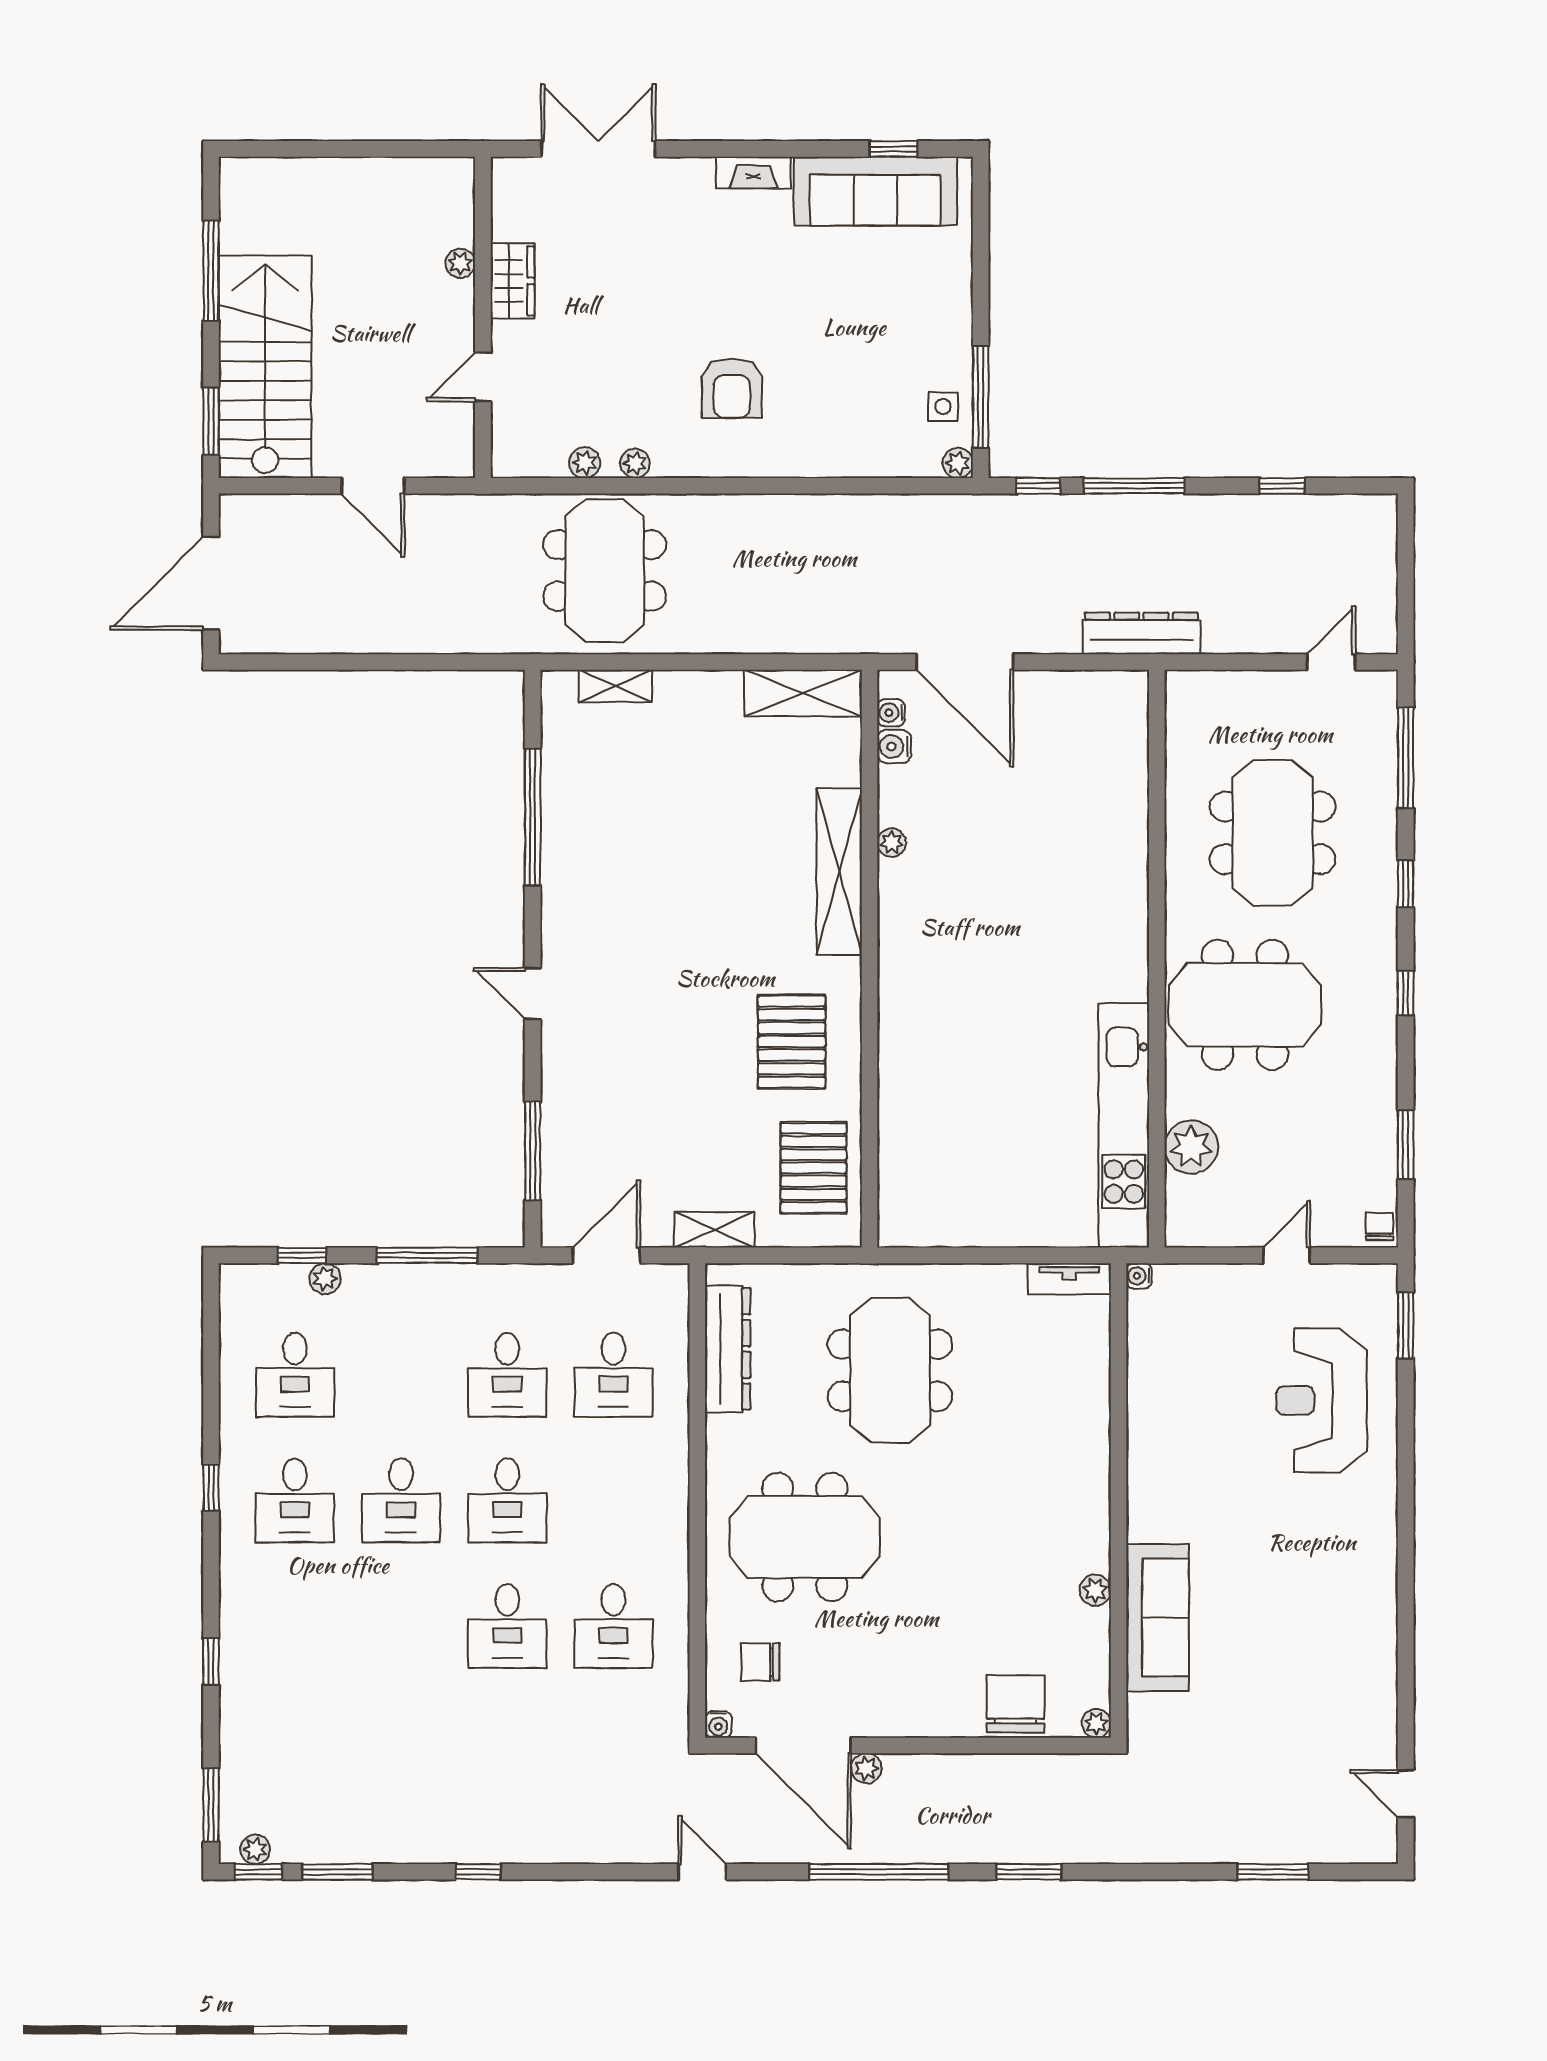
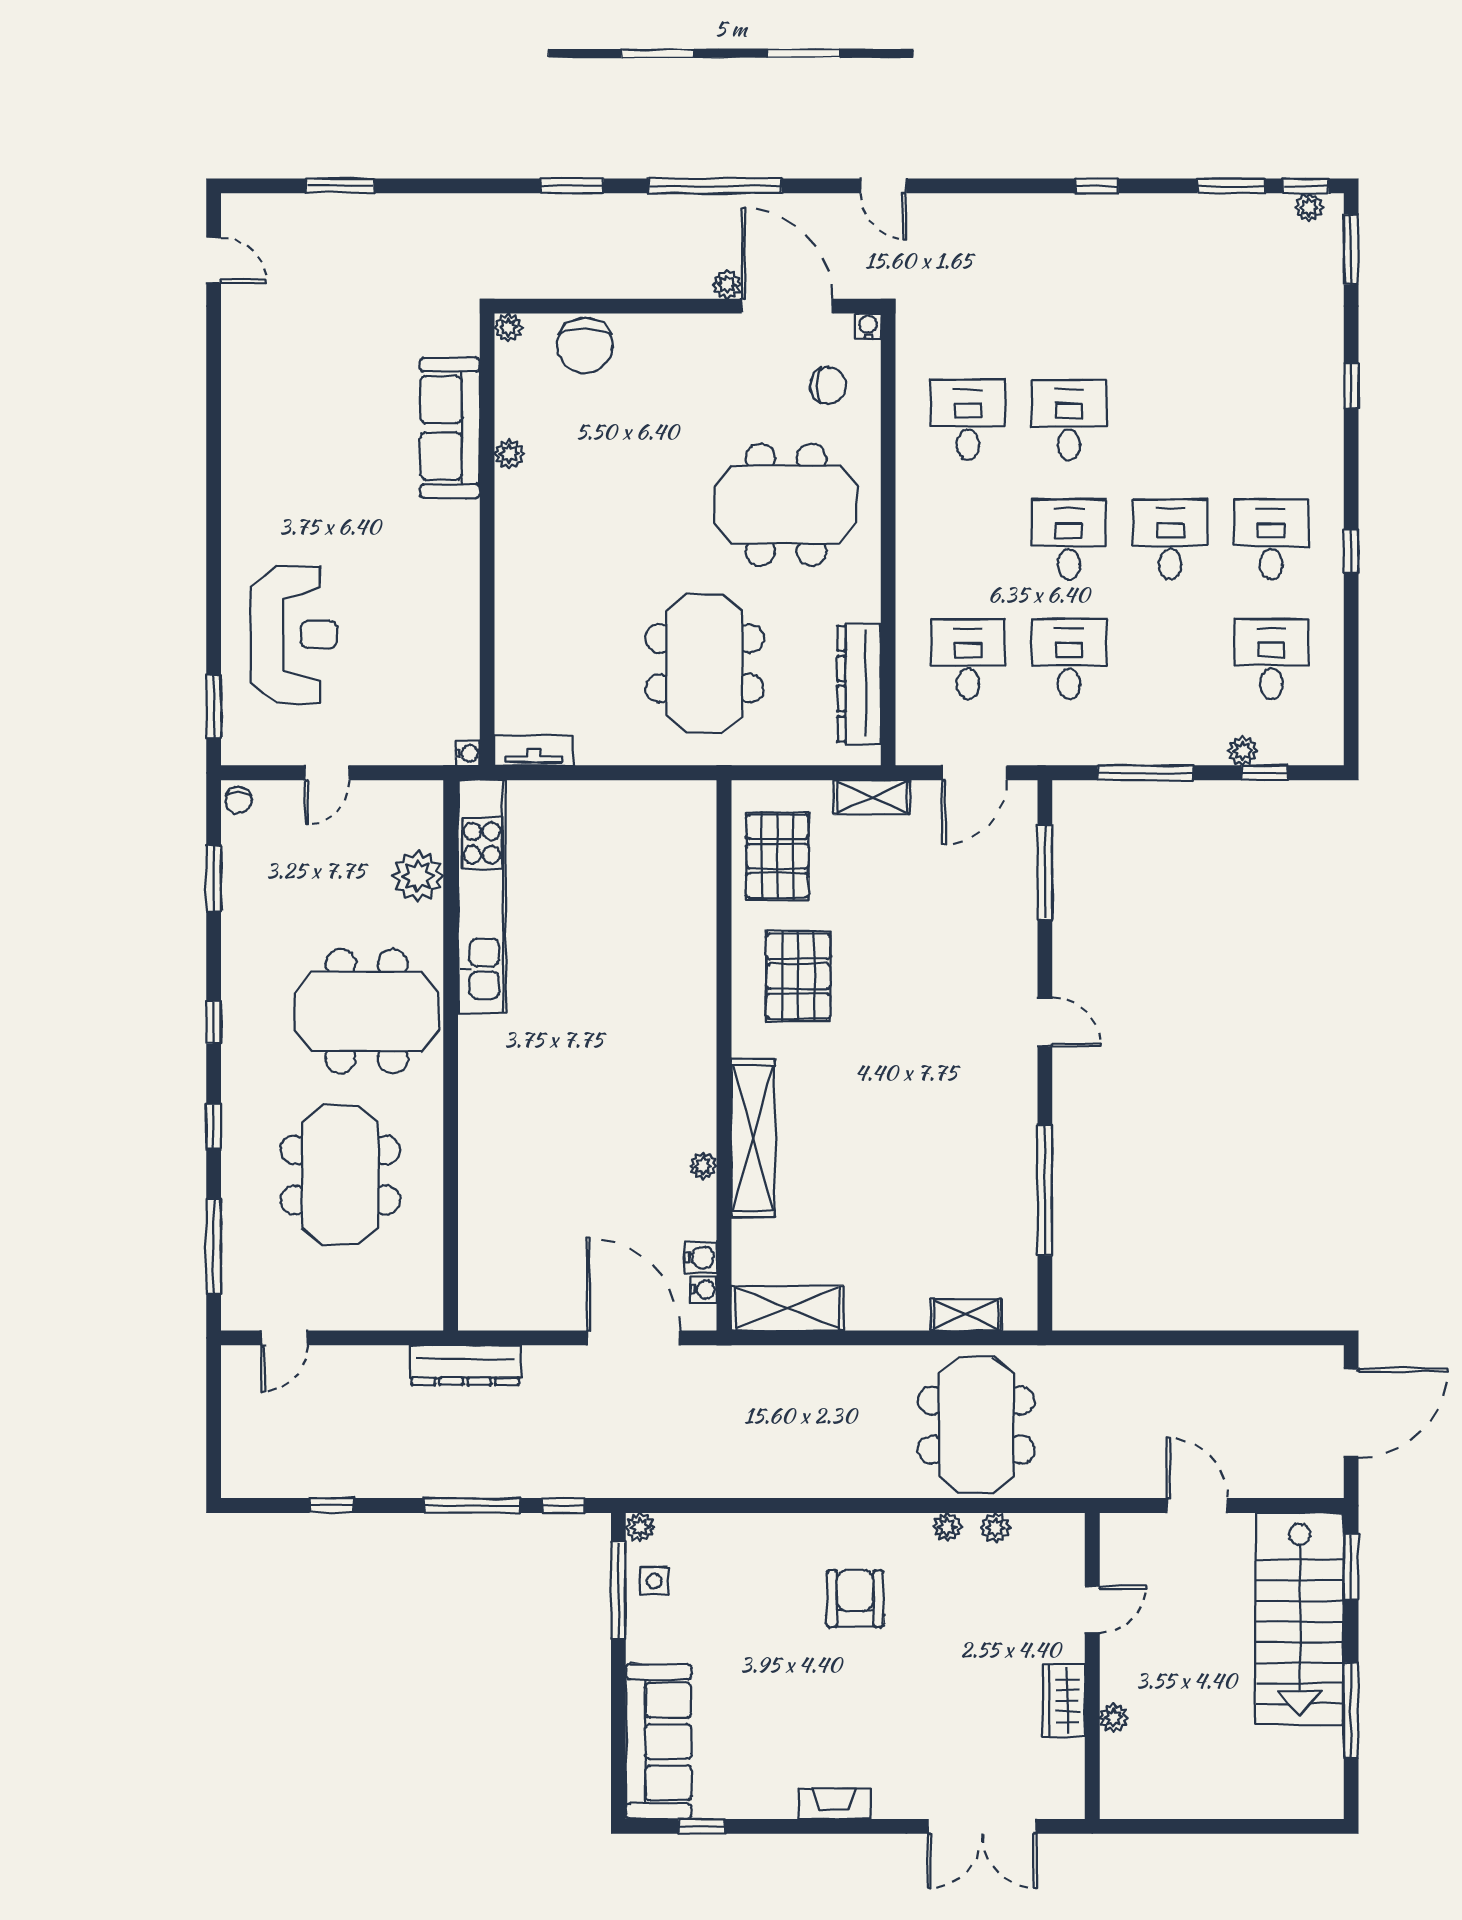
sofa: (875, 191) -> (659, 1741), moved, turned 90

